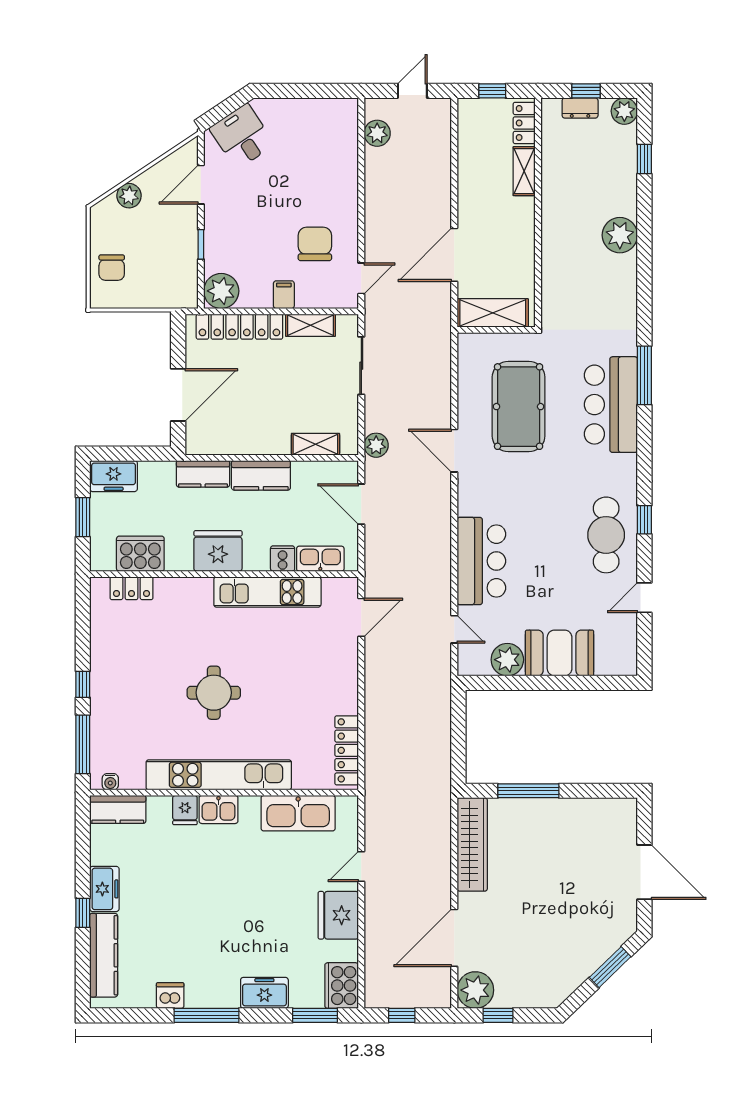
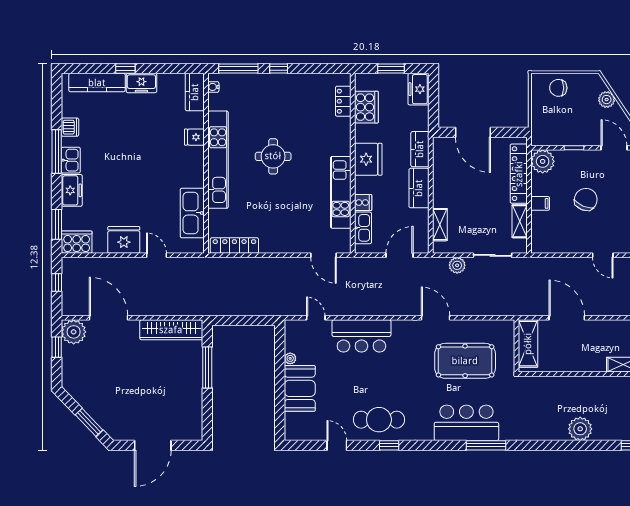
chair: (315, 244) -> (586, 199), moved, turned -67
door: (361, 278) -> (603, 255), moved
plant: (376, 445) -> (457, 265), moved
door: (454, 451) -> (436, 318), hinge flipped
door: (454, 629) -> (316, 318), swing flipped
plant: (507, 660) -> (290, 358), width x0.53, depth x0.53
kitchen sink: (218, 809) -> (71, 160), moved, turned 180

